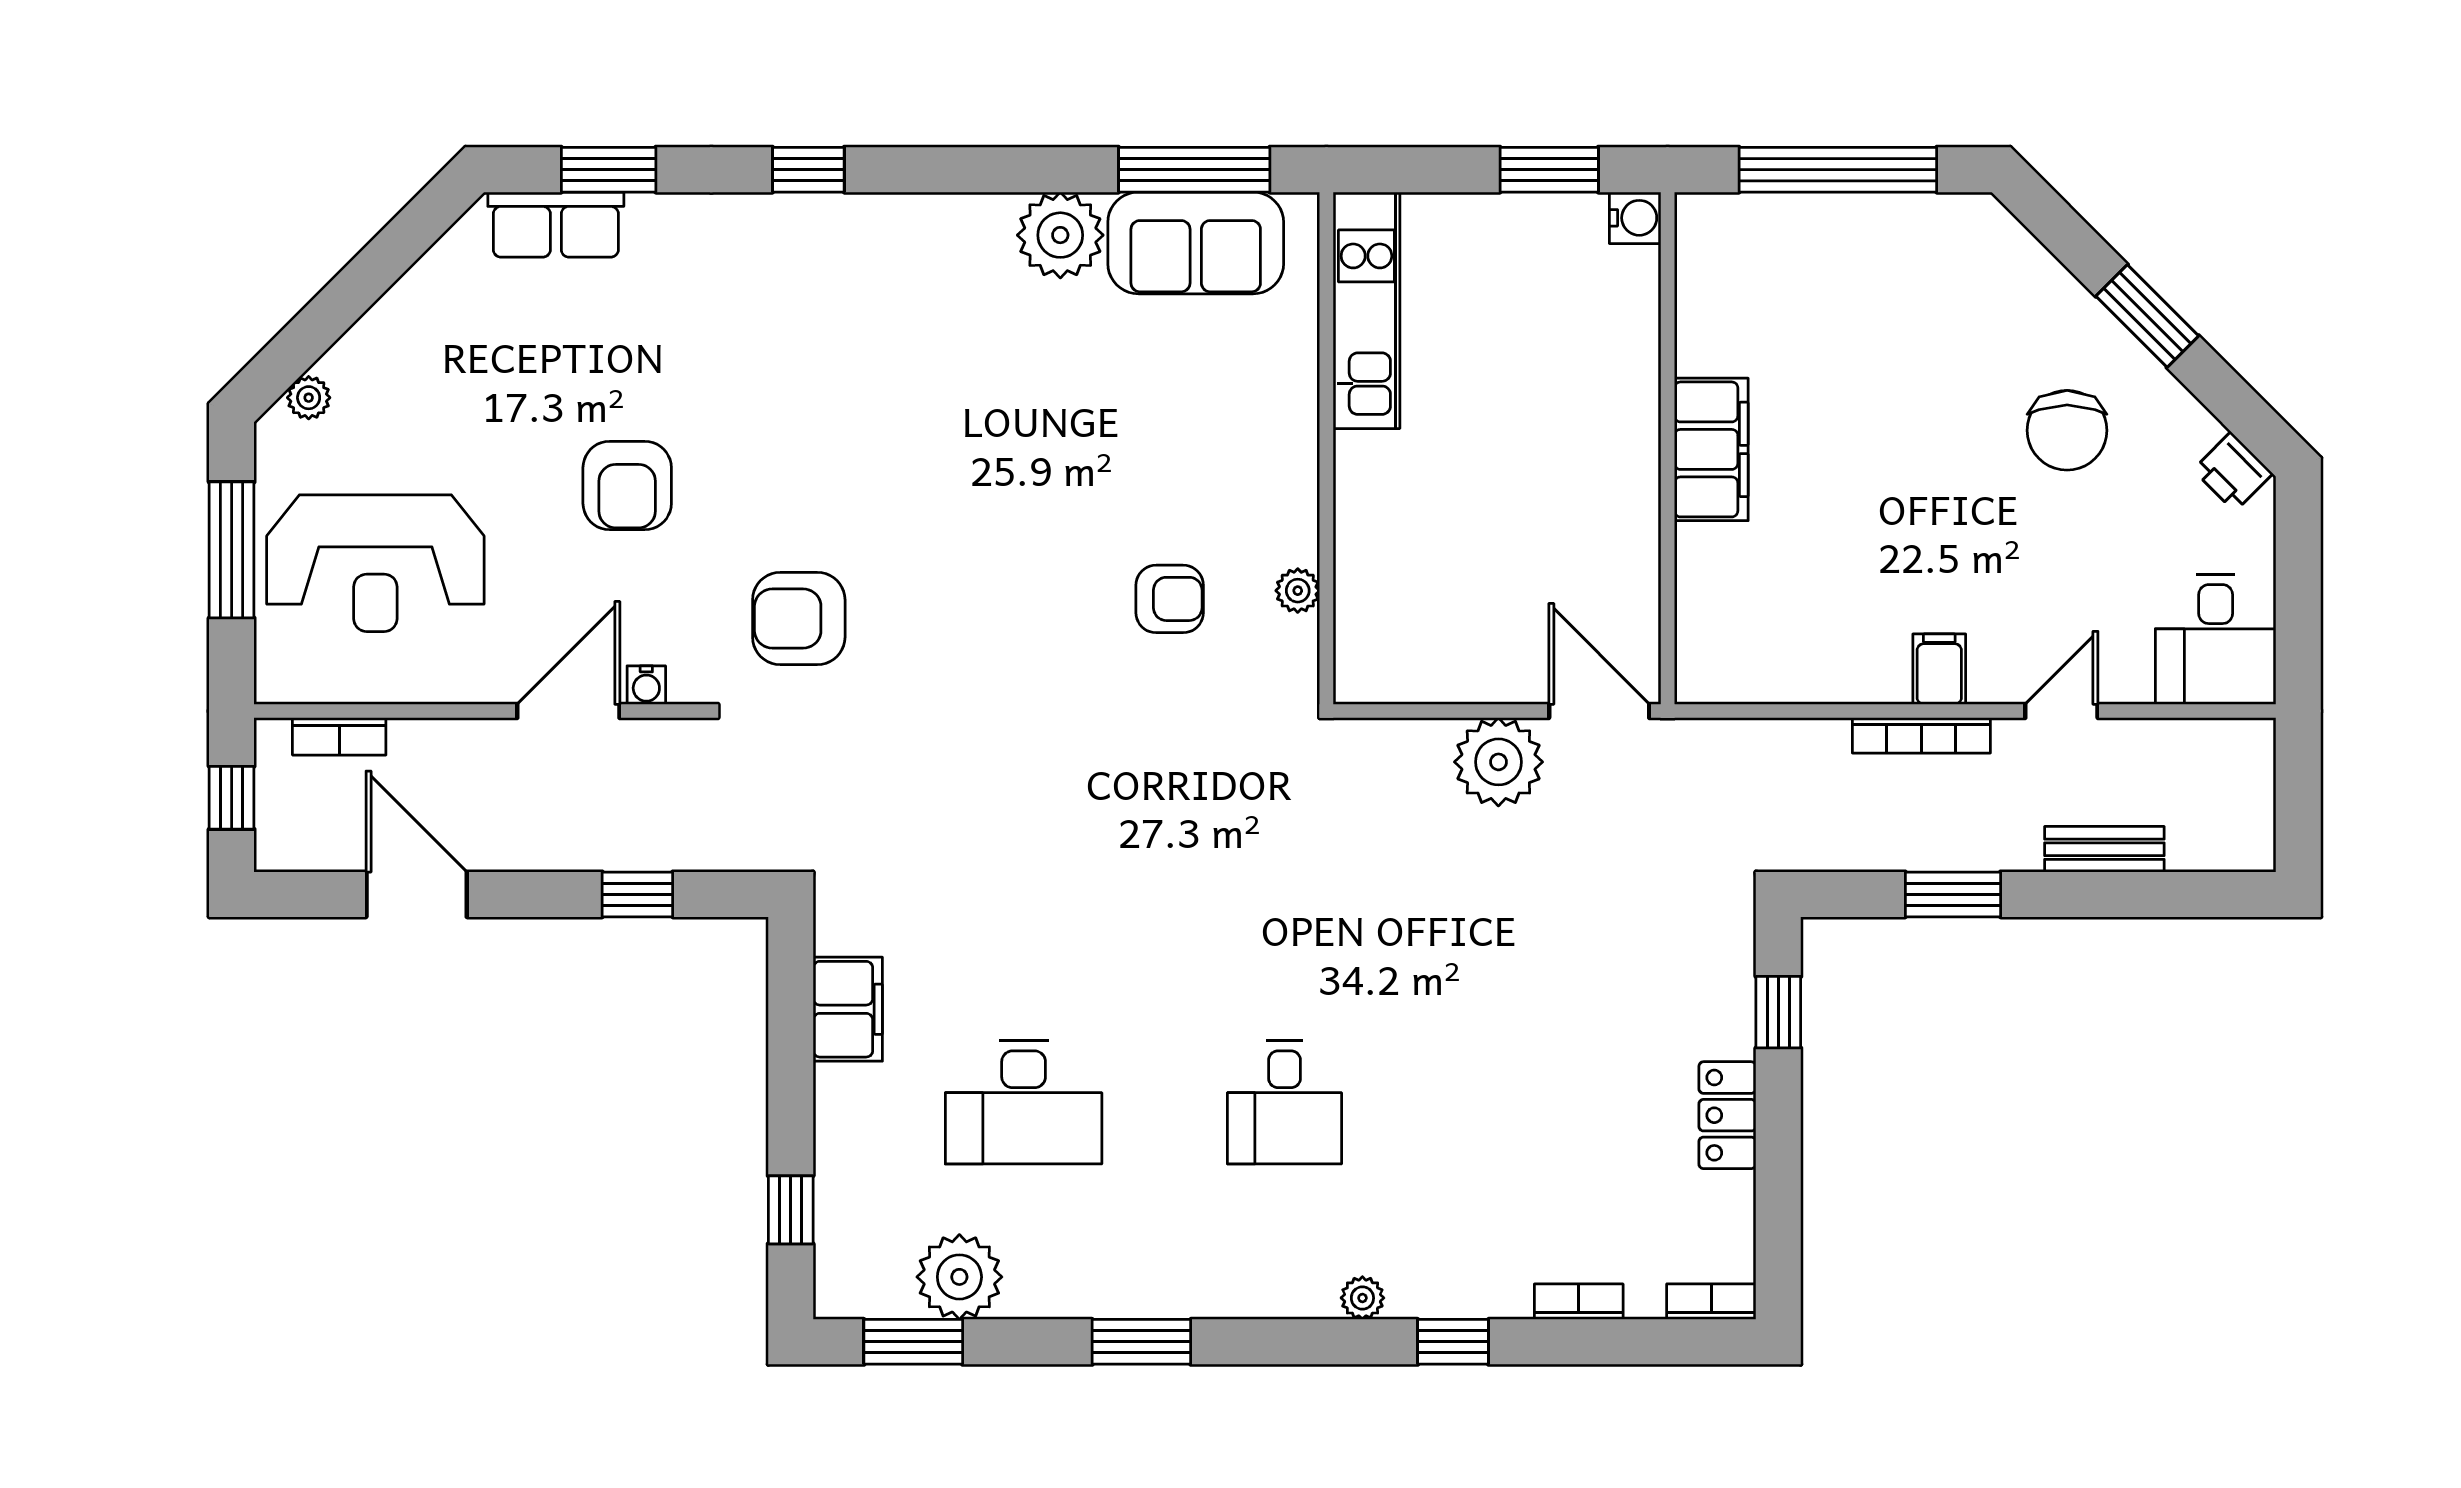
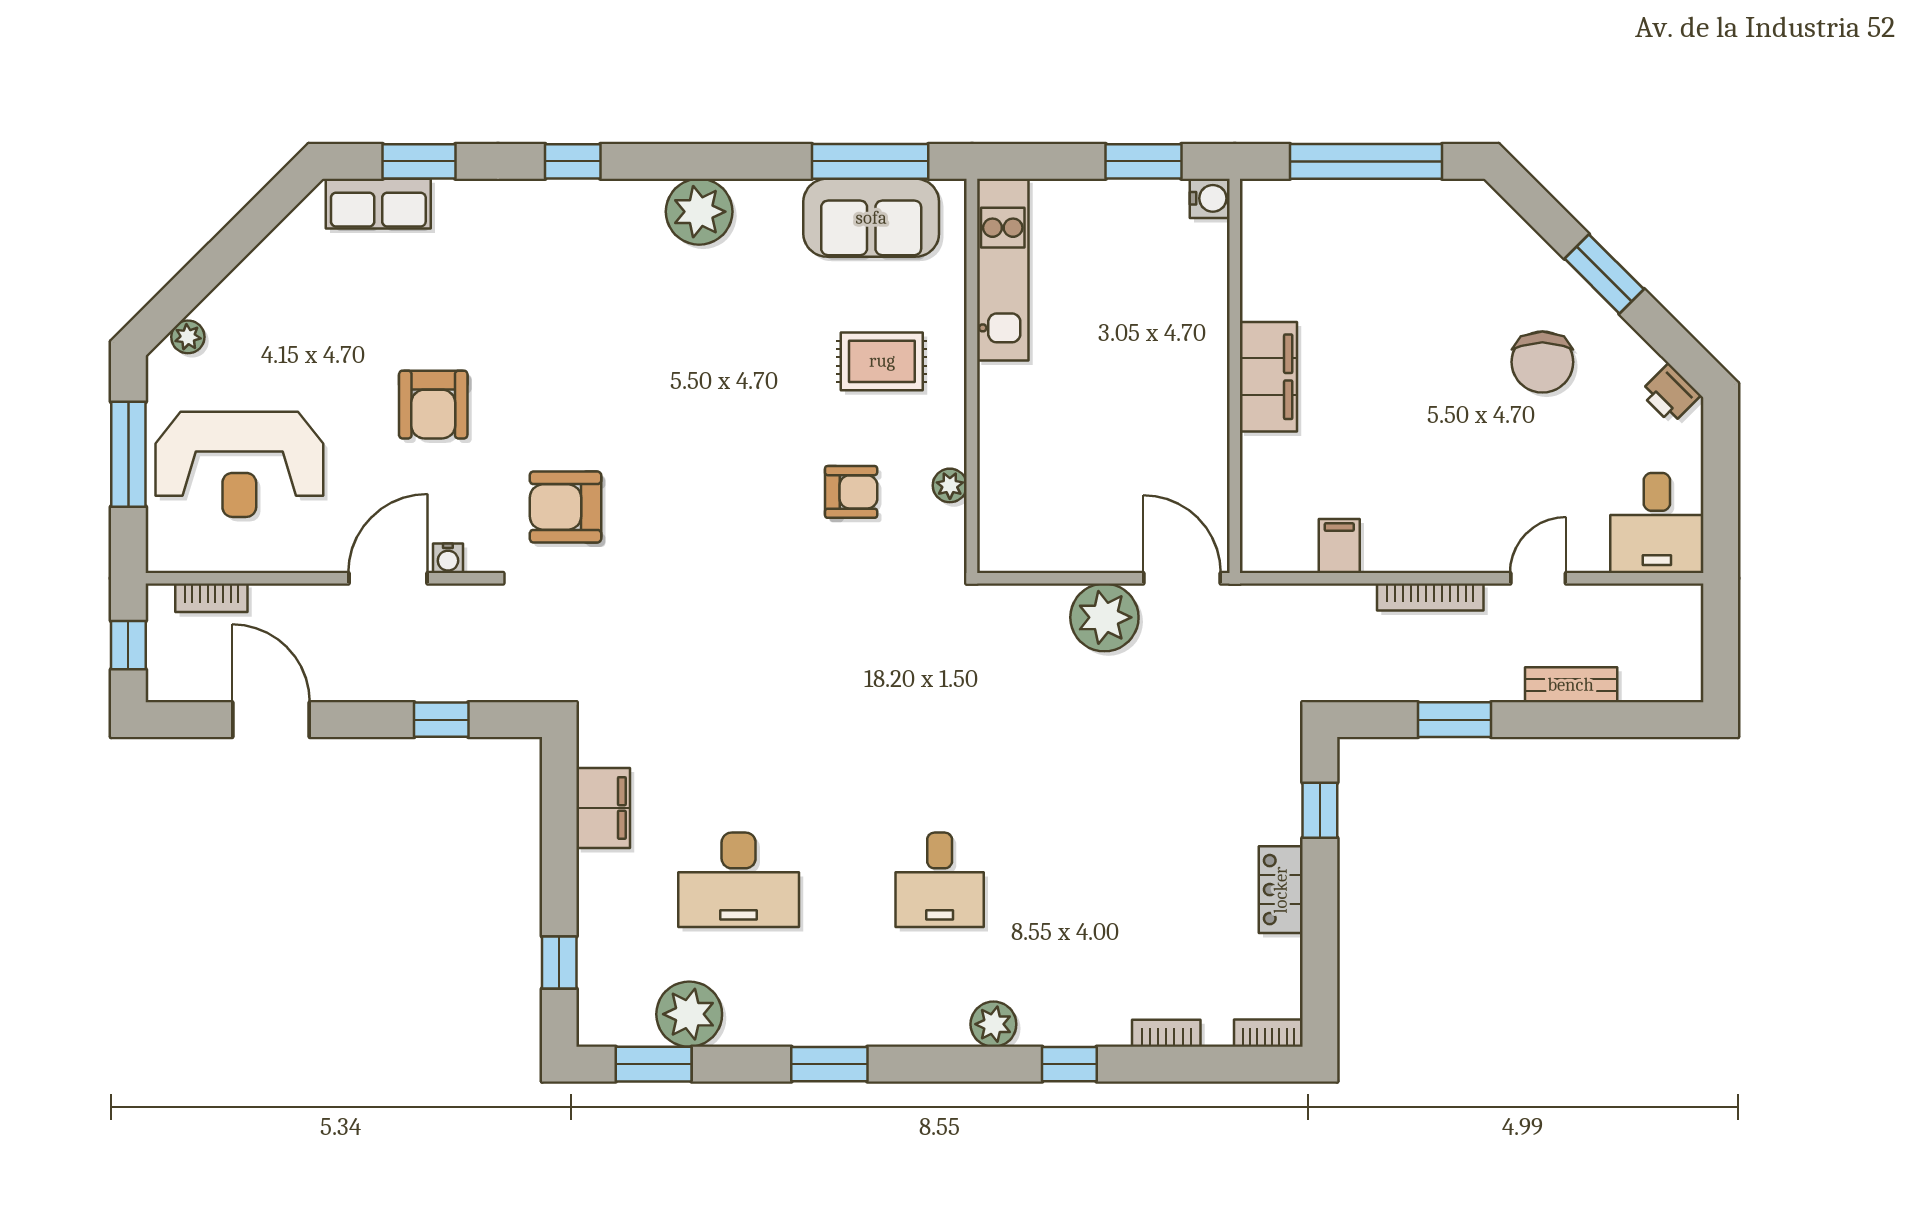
plant: (1060, 235) -> (699, 212), moved
rug: (1209, 429) -> (882, 361), added
filing cabinet: (1939, 669) -> (1339, 546), moved
plant: (1362, 1298) -> (993, 1024), width x1.38, depth x1.38

